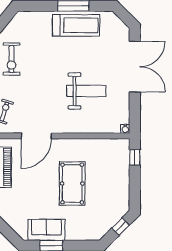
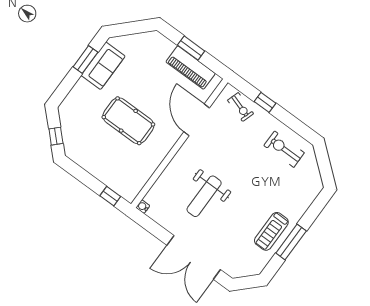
treadmill: (76, 25) -> (271, 231), width x0.73, depth x0.73

